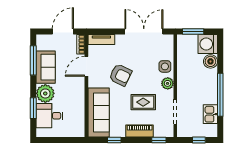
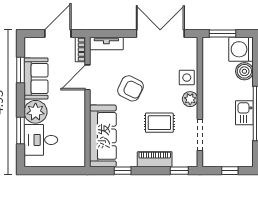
window: (33, 60) -> (20, 70), width x0.69
kitchen sink: (210, 114) -> (244, 113), moved

